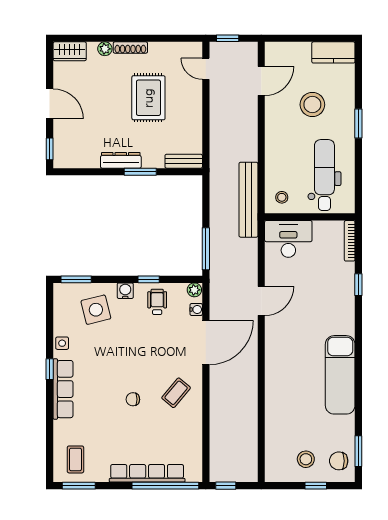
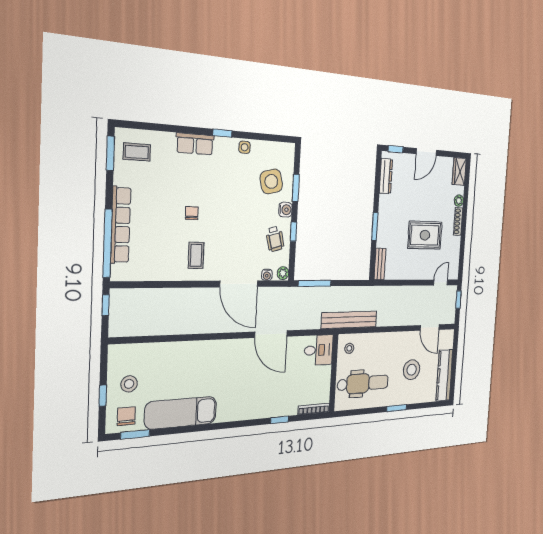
kitchen counter: (333, 52) -> (444, 375), width x1.50
dresser: (121, 160) -> (386, 176), moved
desk: (288, 239) -> (319, 350), width x0.73
window: (76, 279) -> (296, 188), moved
door: (261, 301) -> (271, 334), width x1.36
wheelchair: (157, 302) -> (275, 239), turned 75
exam couch: (340, 375) -> (181, 413), moved
row of seats: (63, 389) -> (195, 144), width x0.68
coffee table: (176, 393) -> (196, 255), turned 50

